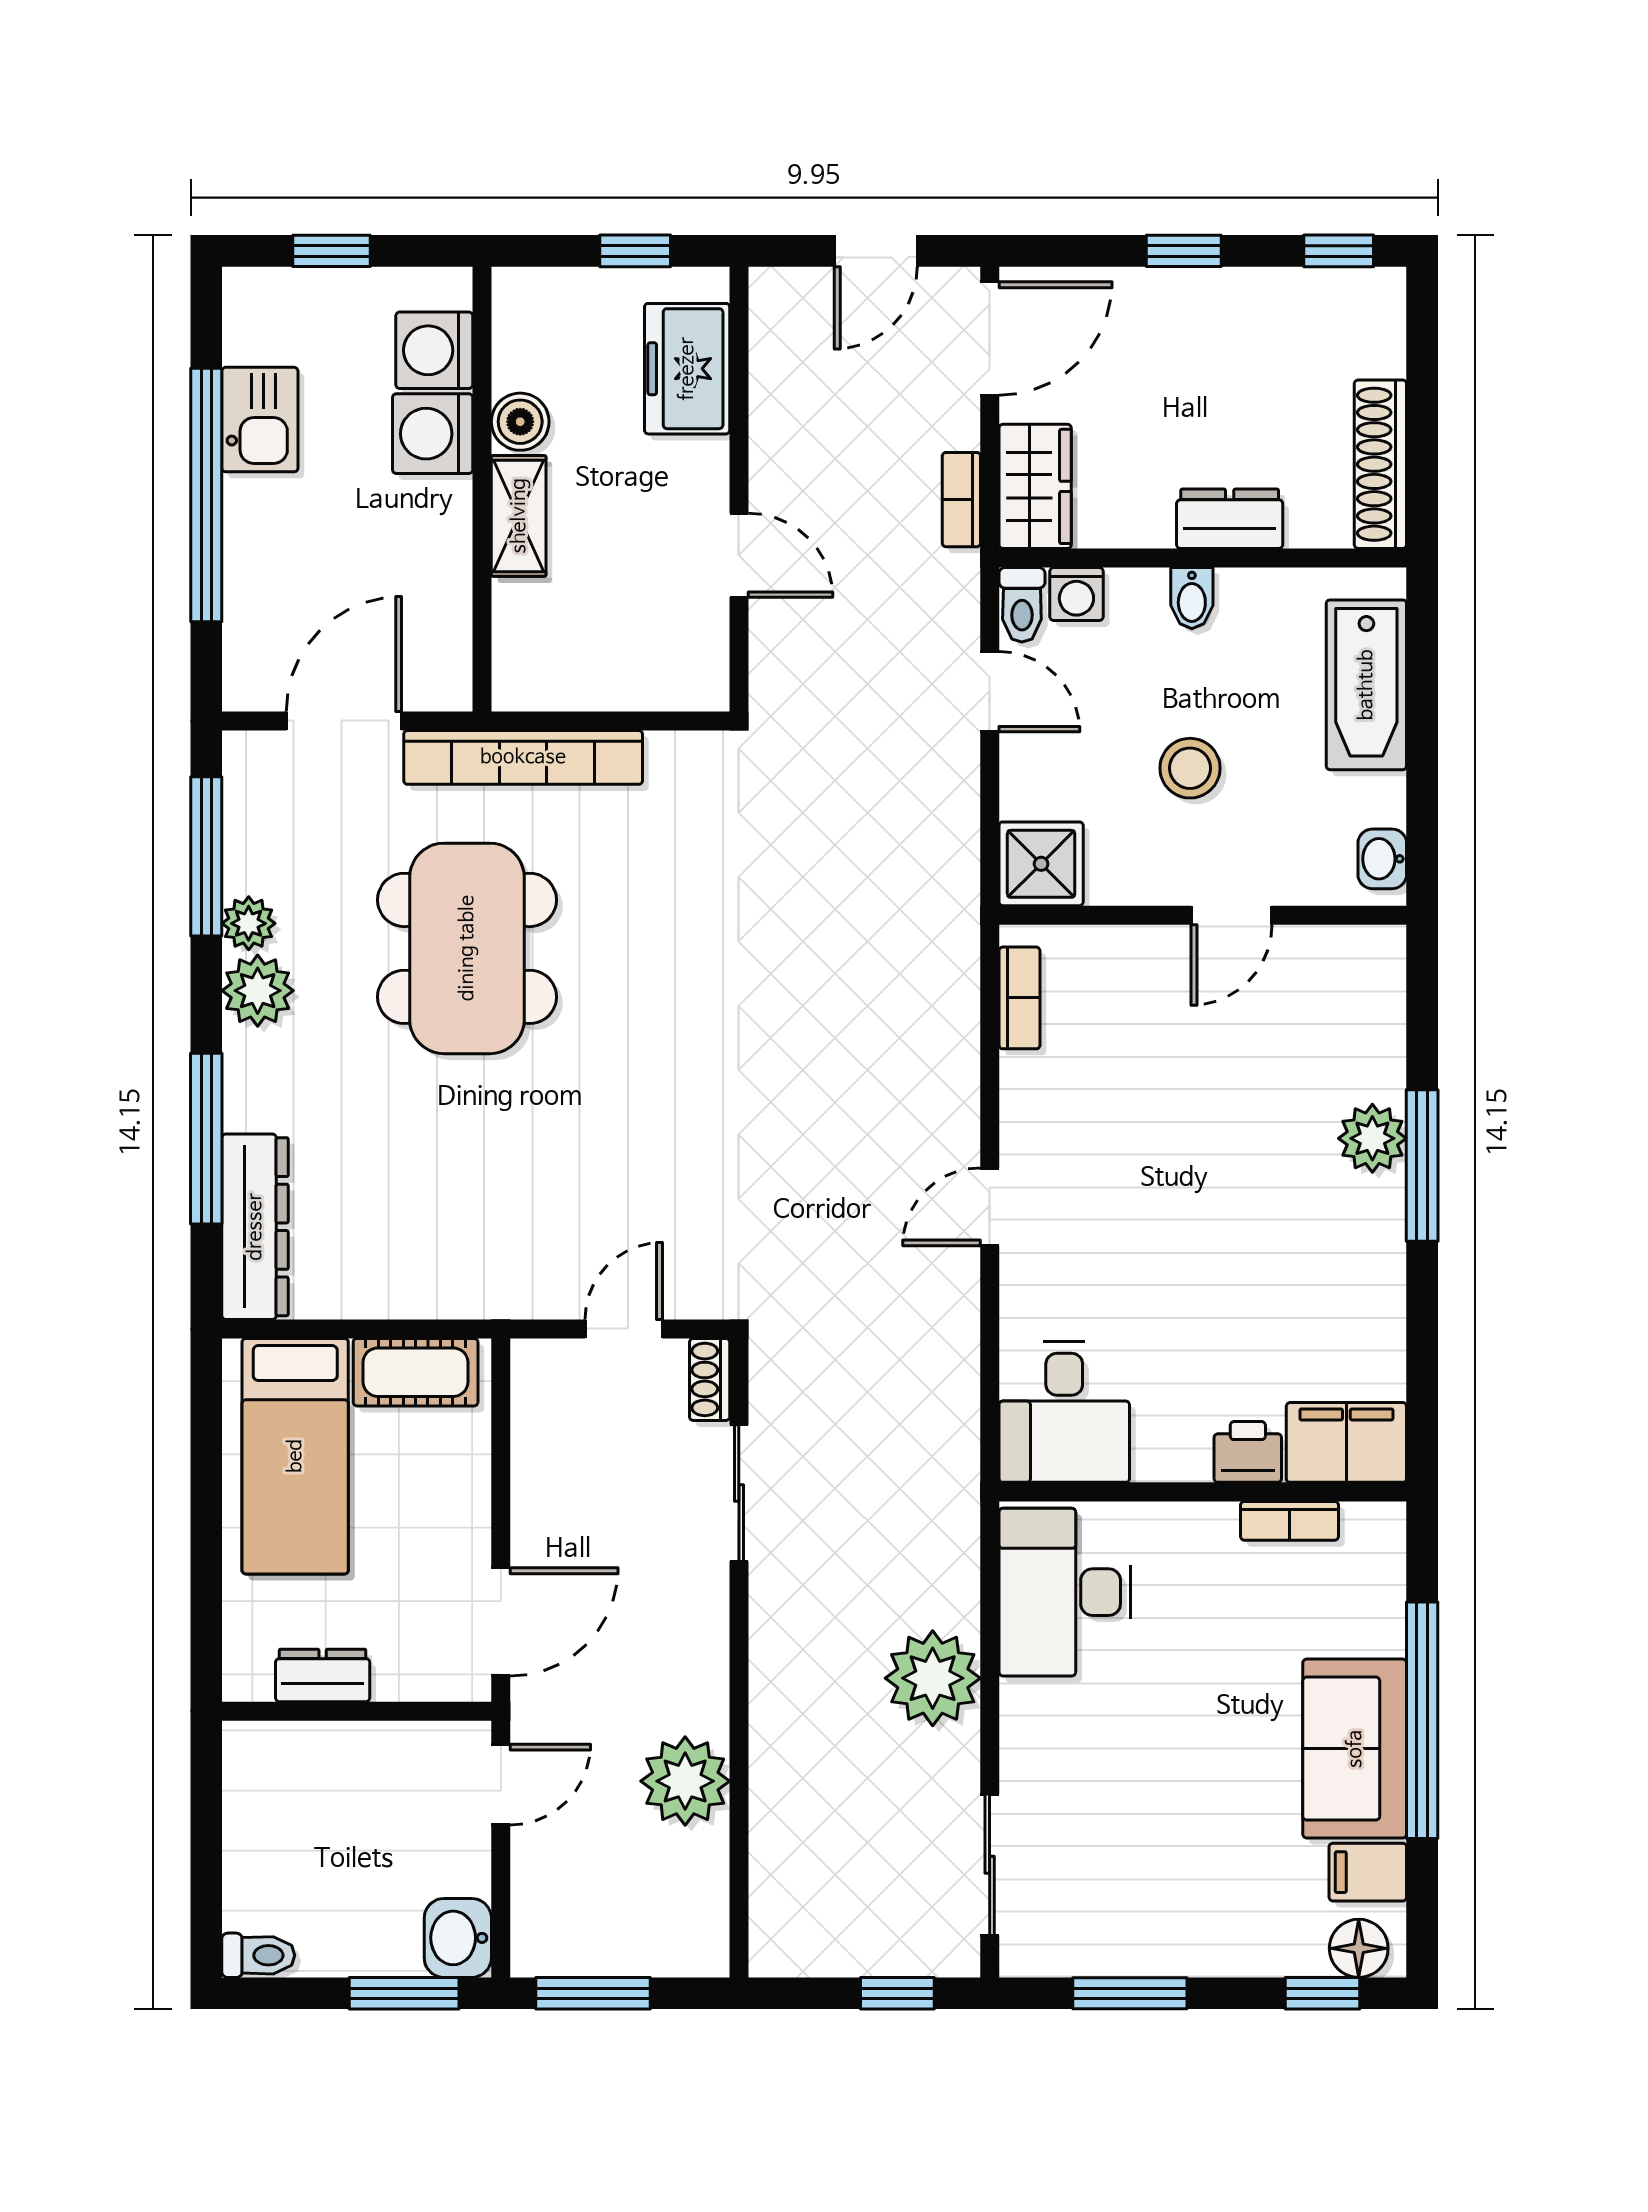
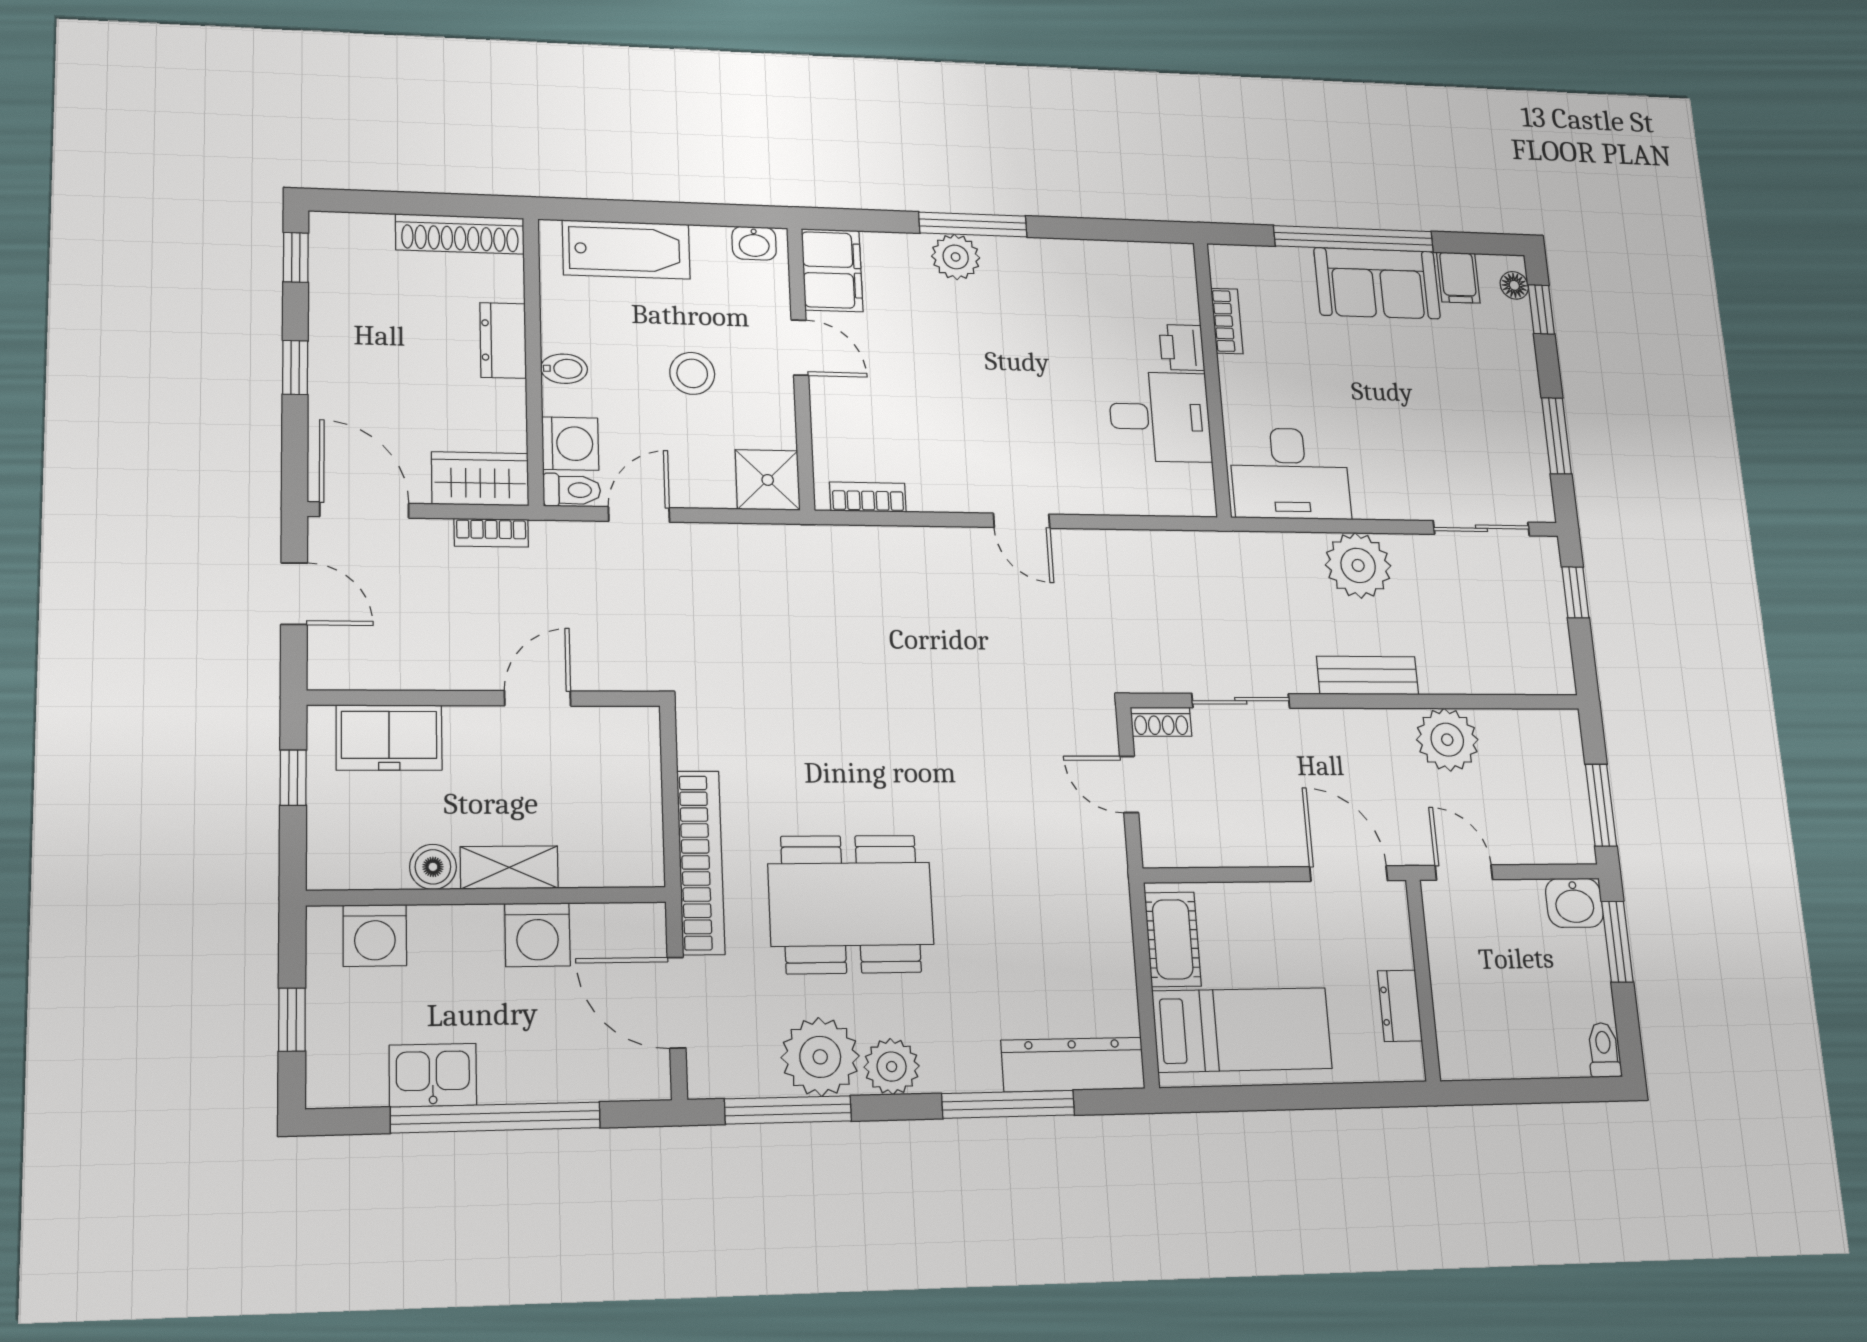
washing machine: (433, 434) -> (537, 935), moved
washing machine: (1076, 594) -> (570, 444), width x1.38, depth x1.38
plant: (249, 923) -> (820, 1057), width x1.88, depth x1.88
desk: (1064, 1412) -> (1160, 417), moved
filing cabinet: (1346, 1442) -> (832, 270), moved, turned 180
bench: (775, 1676) -> (1368, 675), added
floor lamp: (1359, 1948) -> (1514, 285), width x0.73, depth x0.73

